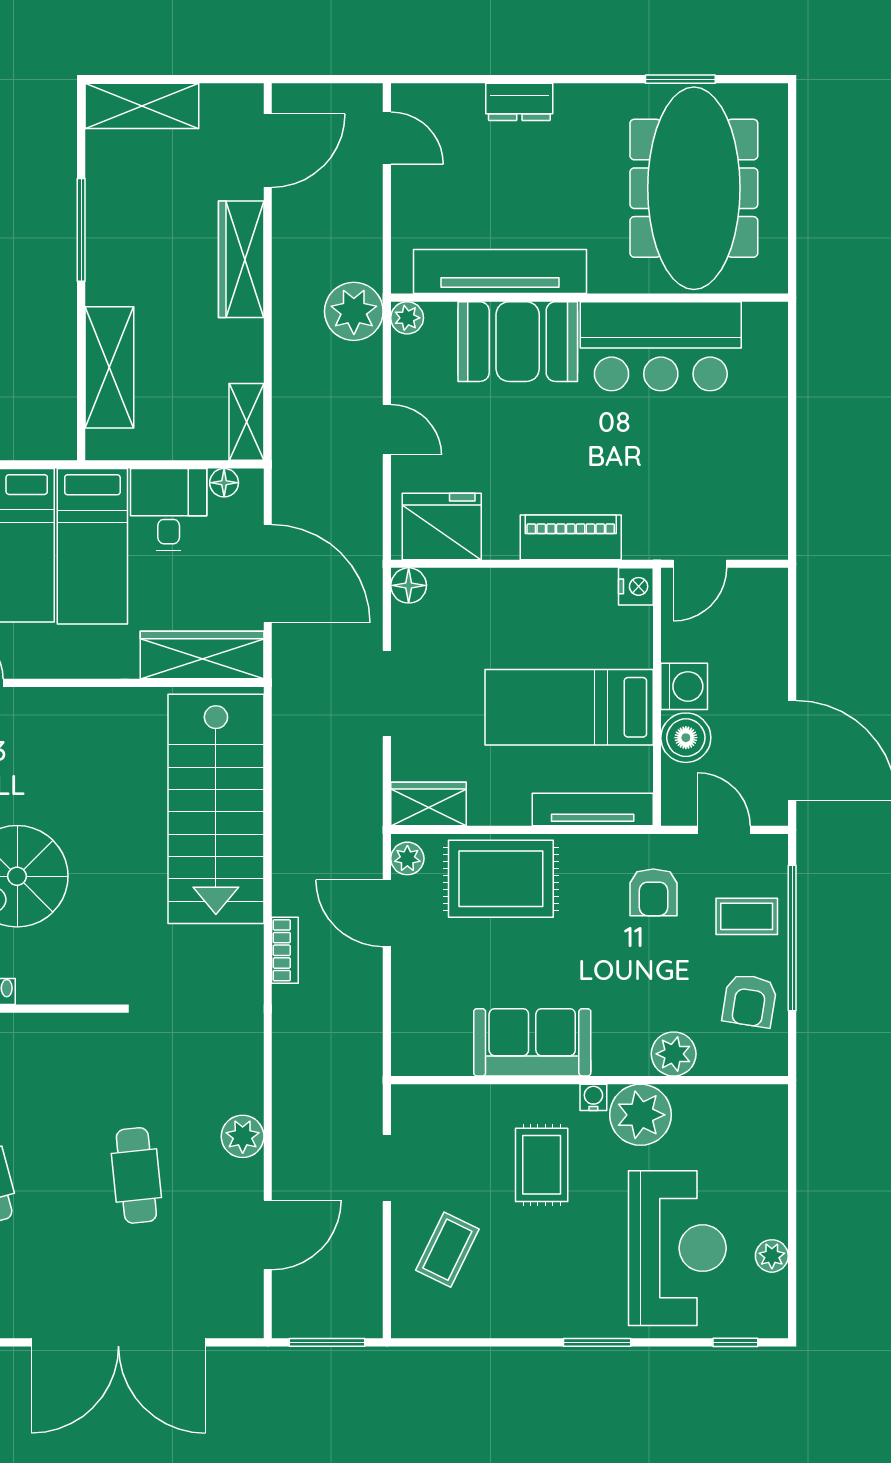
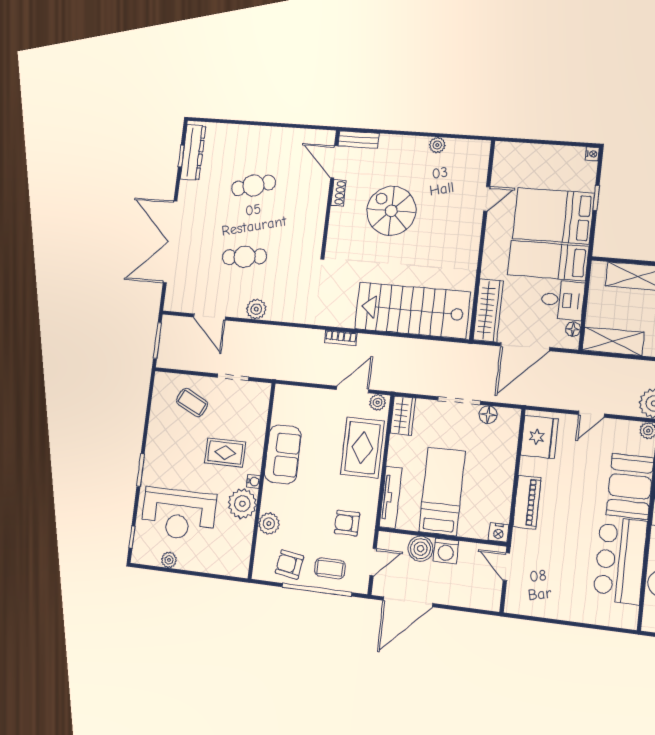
shelving: (246, 422) -> (613, 341), width x1.50, depth x1.33
floor lamp: (409, 585) -> (488, 415), moved
coffee table: (747, 916) -> (330, 568), turned 90

